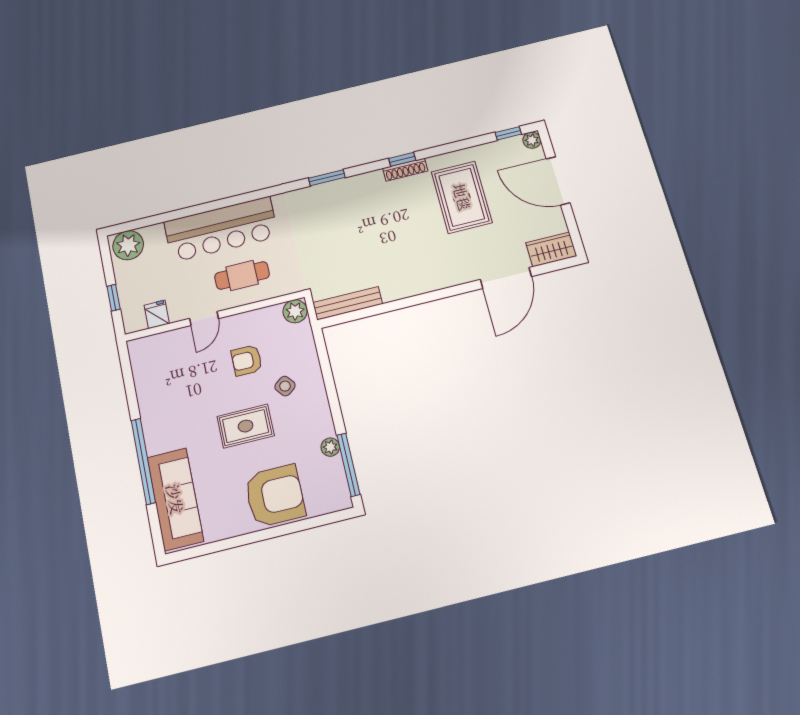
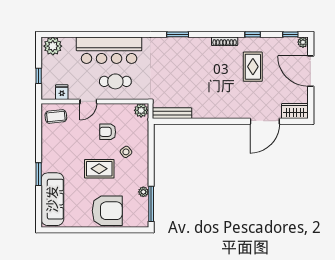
window: (402, 159) -> (253, 34), moved
rug: (462, 197) -> (253, 67), width x0.73, depth x0.70
coffee table: (154, 356) -> (56, 116), added
window: (143, 461) -> (39, 174), width x0.47

